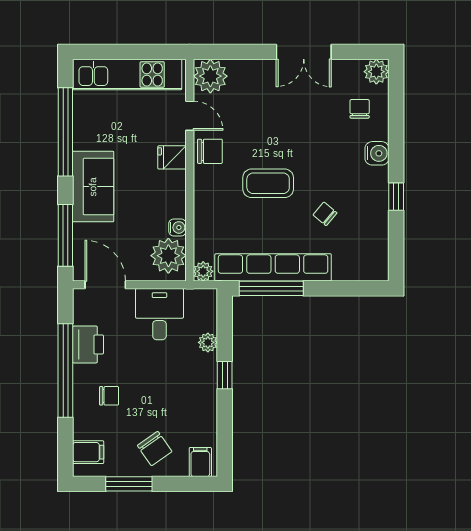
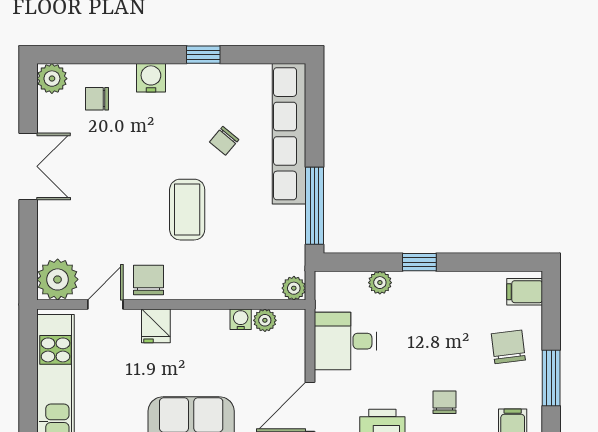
plant: (168, 256) -> (265, 320), width x0.53, depth x0.53
row of seats: (273, 267) -> (289, 134), moved
chair: (155, 449) -> (508, 347), turned -62

